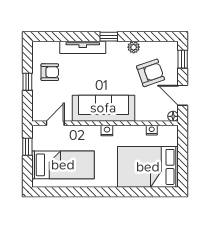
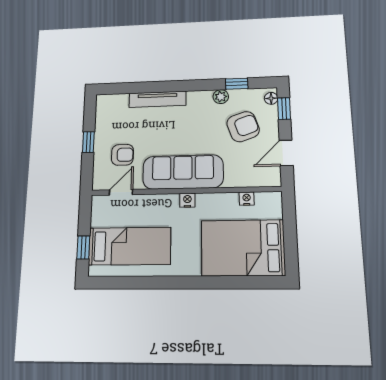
window: (109, 37) -> (237, 84), moved
armchair: (50, 72) -> (122, 155), moved
door: (183, 95) -> (286, 153), hinge flipped
floor lamp: (173, 116) -> (271, 98), moved
window: (27, 147) -> (83, 247), moved

